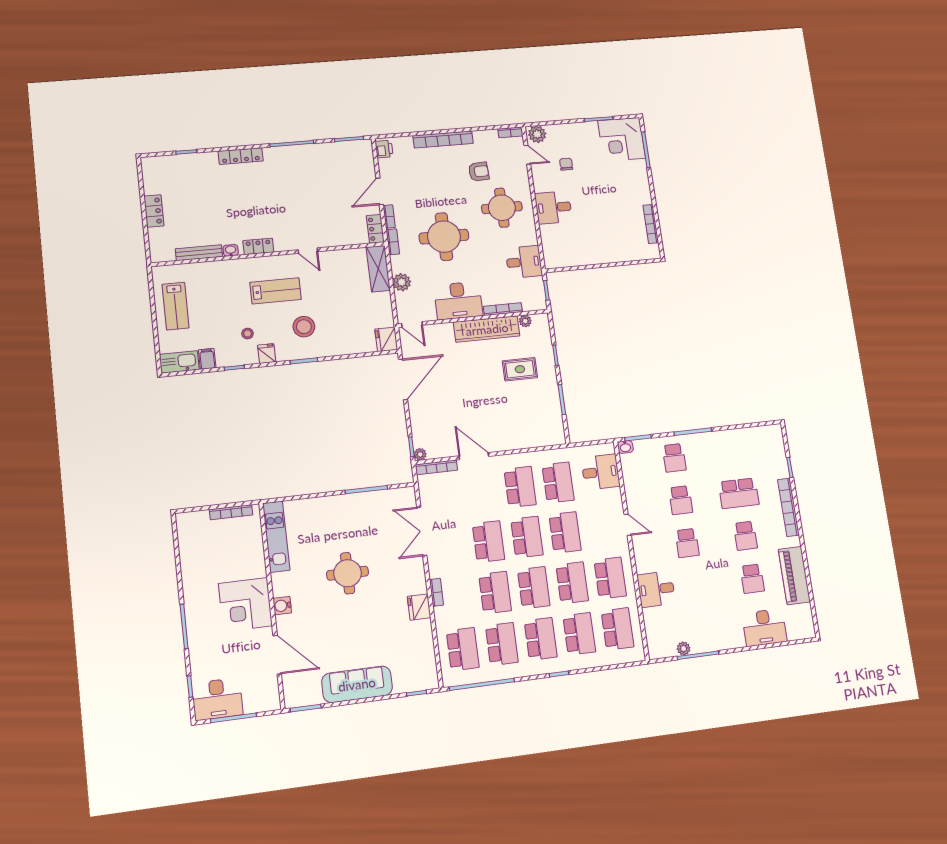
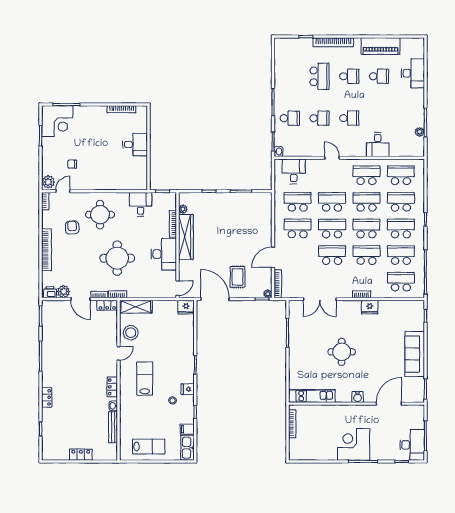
locker: (241, 156) -> (47, 397), width x0.66
desk: (553, 207) -> (135, 144), moved, turned -90
plant: (402, 282) -> (64, 292), moved
stool: (304, 327) -> (131, 333), moved
rug: (520, 369) -> (237, 277), moved
door: (628, 525) -> (332, 158), hinge flipped
corner desk: (245, 605) -> (354, 444), moved, turned 180

